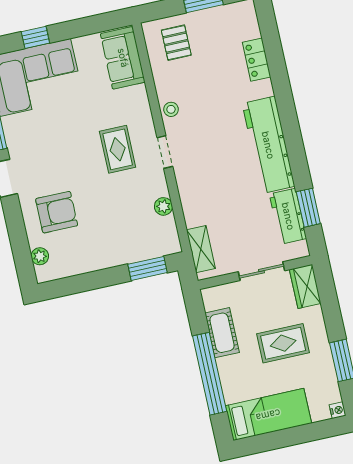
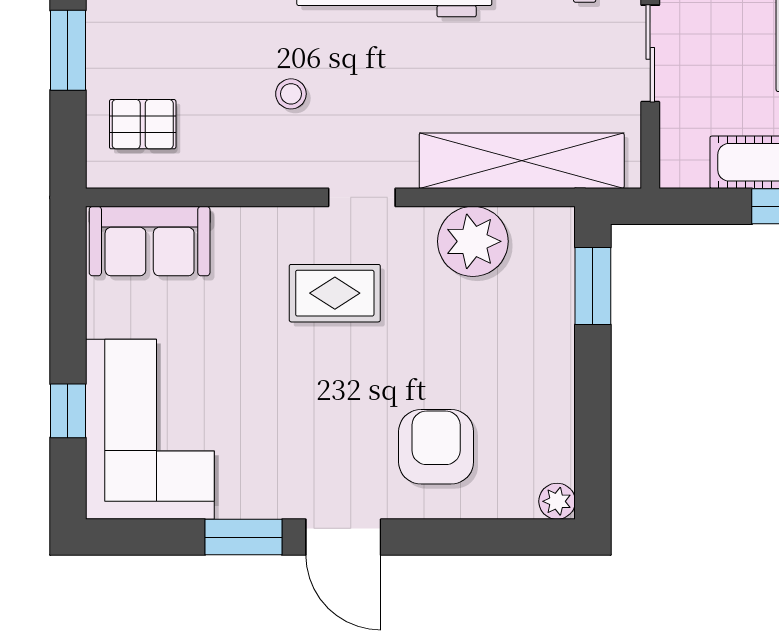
stool: (171, 109) -> (291, 94), moved
plant: (163, 206) -> (473, 241), width x1.87, depth x1.87
shelving: (201, 249) -> (522, 161), width x2.20, depth x1.33
plant: (40, 256) -> (557, 501), moved

